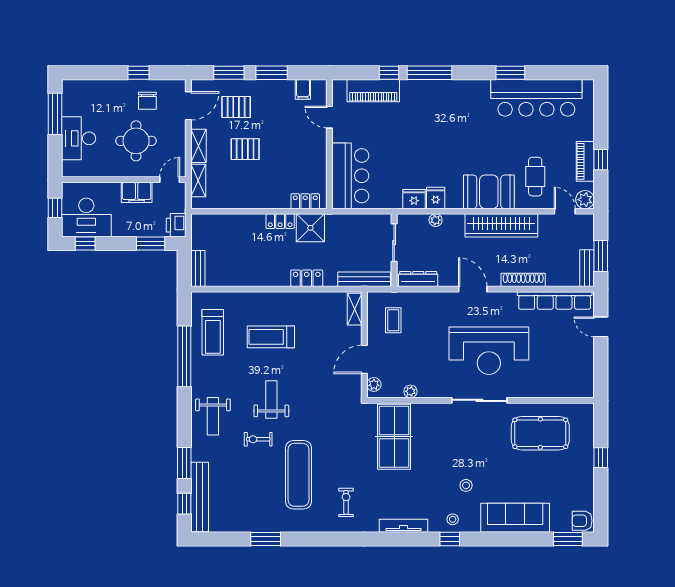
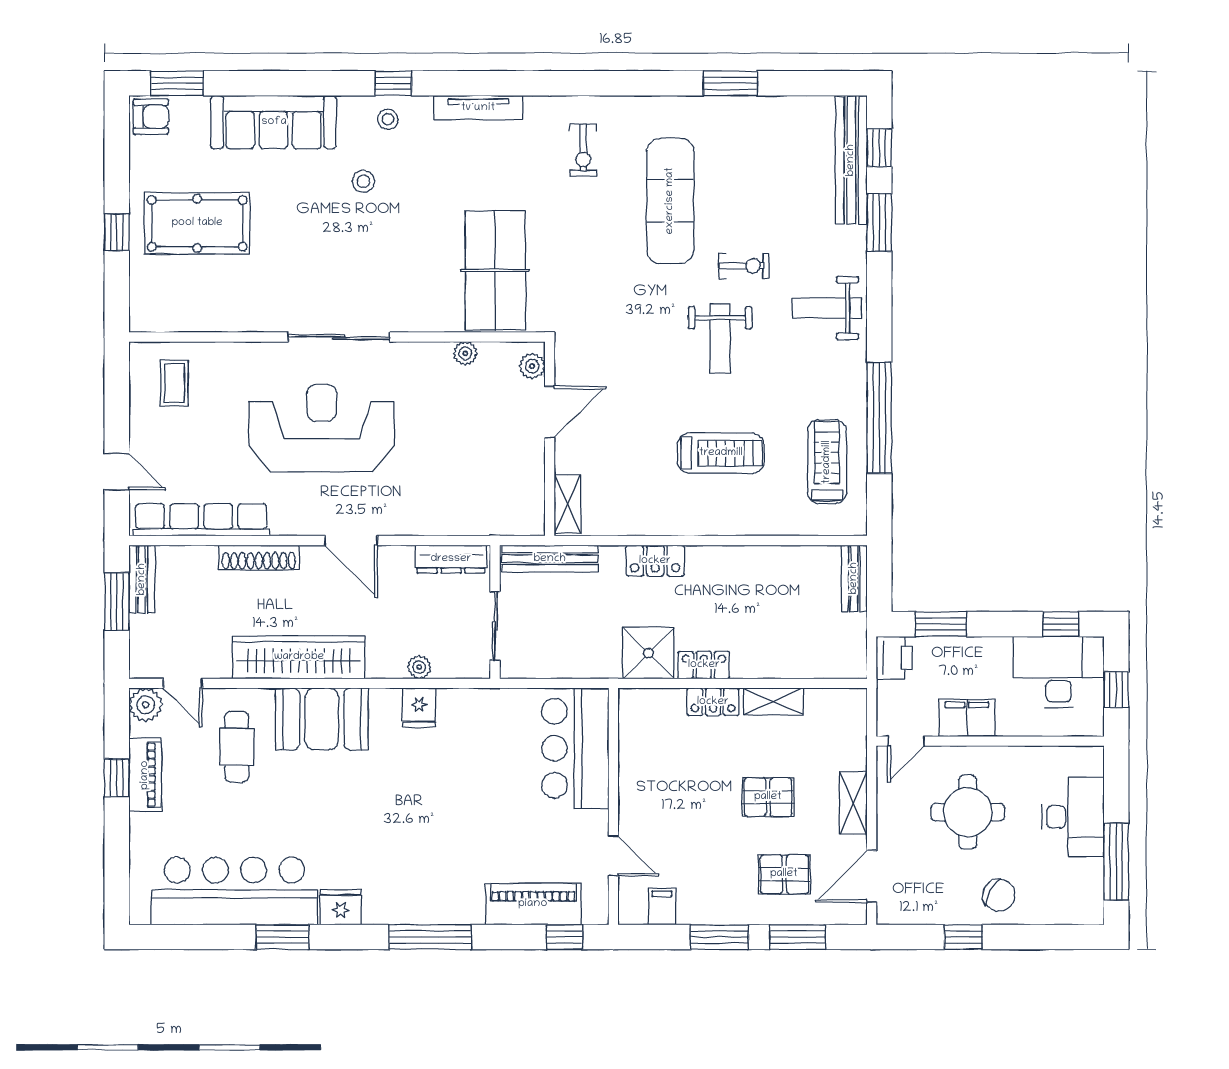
window: (389, 73) -> (565, 937), moved
chair: (147, 101) -> (999, 895), moved, turned 117
shelving: (198, 180) -> (773, 701), moved, turned 90
fridge: (414, 199) -> (341, 907), moved, turned 180
locker: (305, 201) -> (713, 702), moved
coffee table: (393, 320) -> (174, 383), moved
weight bench: (213, 416) -> (827, 308), turned -90
pool table: (540, 433) -> (197, 223), moved

